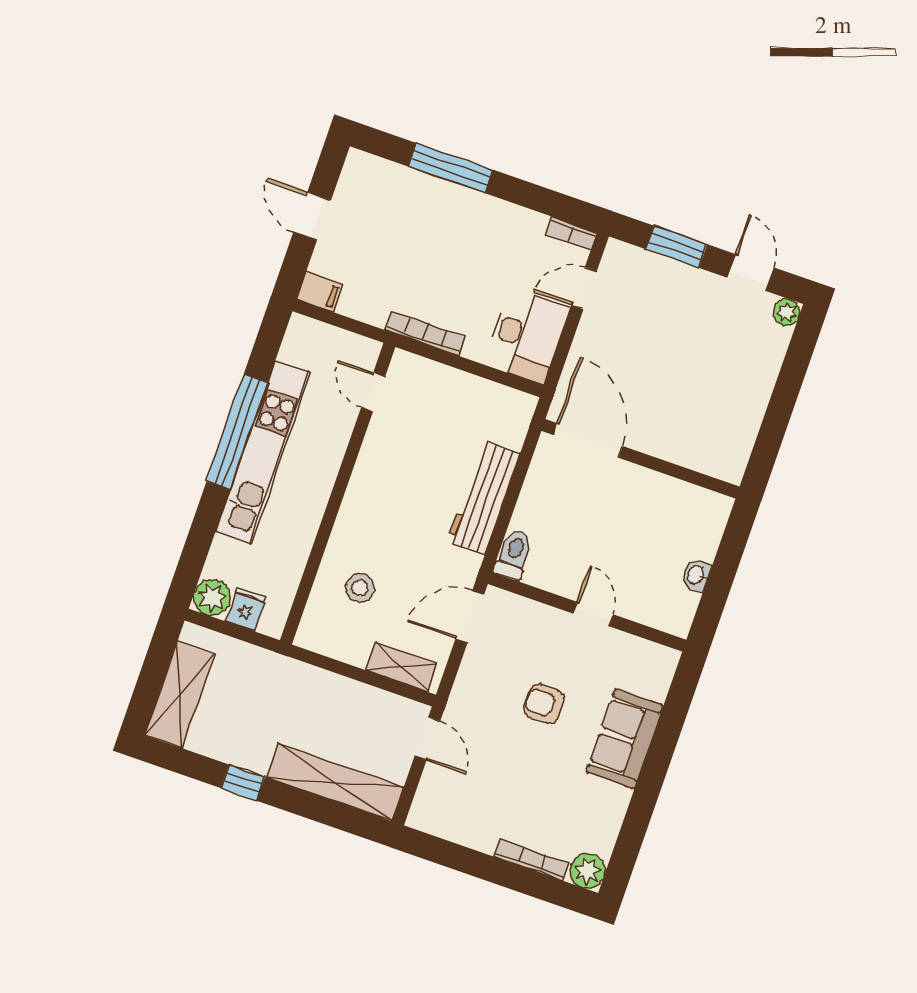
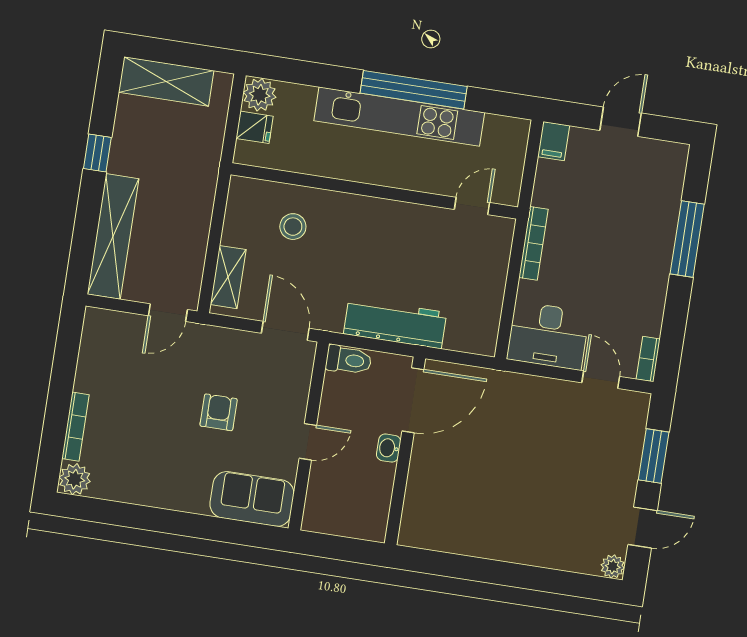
door: (588, 440) -> (413, 400), moved
wall: (640, 459) -> (405, 451), moved
washbasin: (696, 575) -> (389, 448), moved, turned -90
sofa: (625, 739) -> (252, 499), moved

